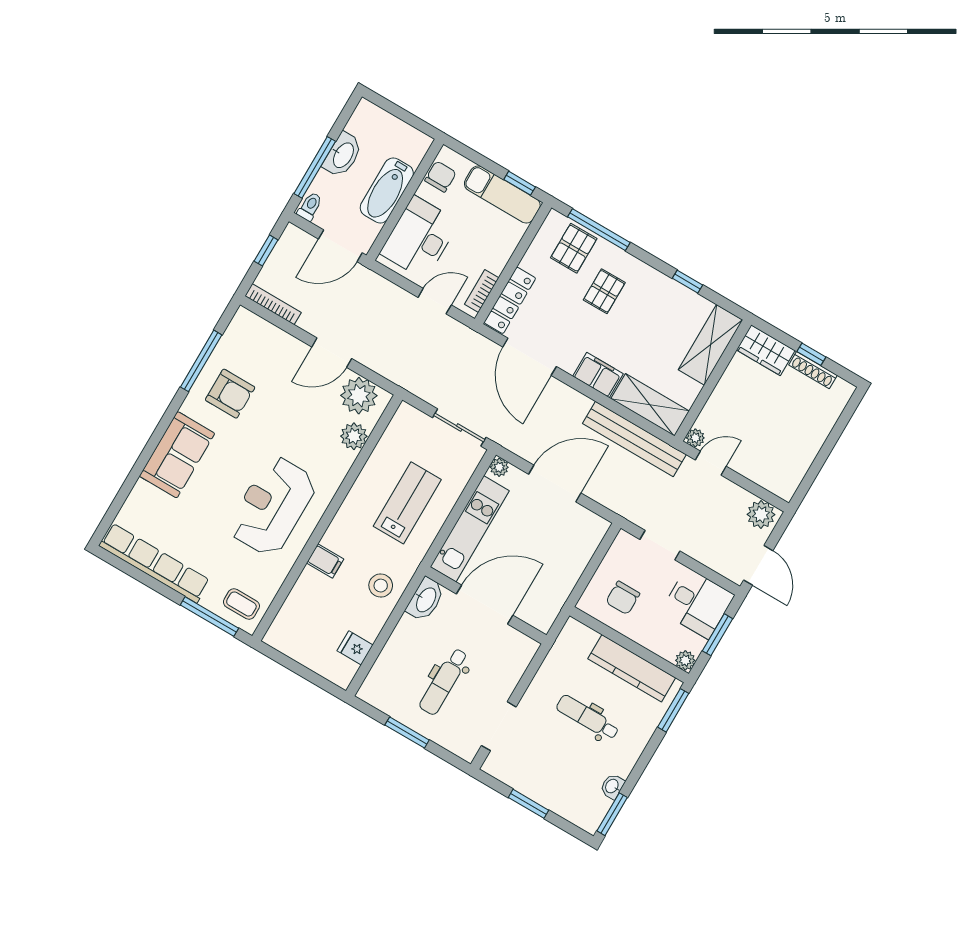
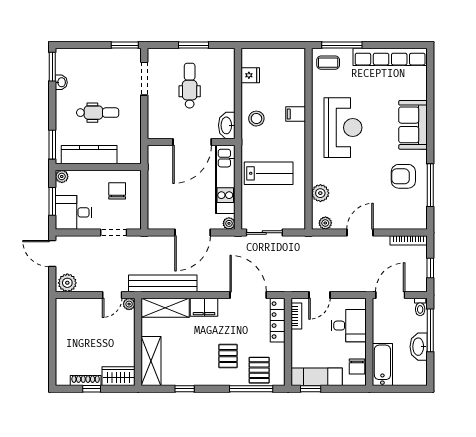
bathtub: (387, 190) -> (382, 364), moved
desk: (420, 238) -> (349, 326), width x0.73
plant: (359, 396) -> (325, 223), width x0.53, depth x0.53
lab bench: (407, 503) -> (269, 173), turned -90
window: (528, 804) -> (125, 45), moved

